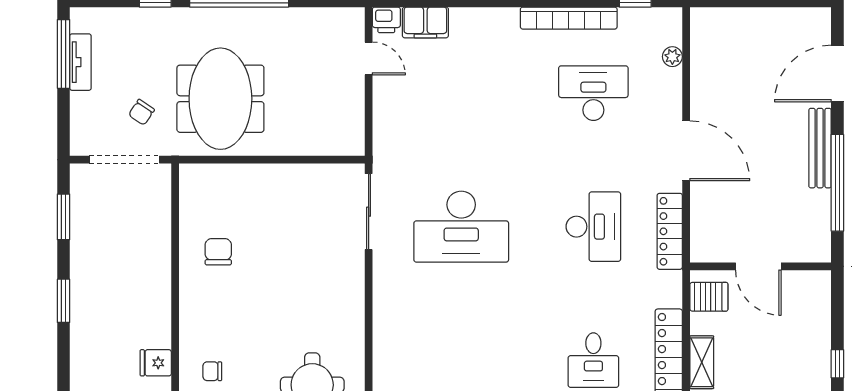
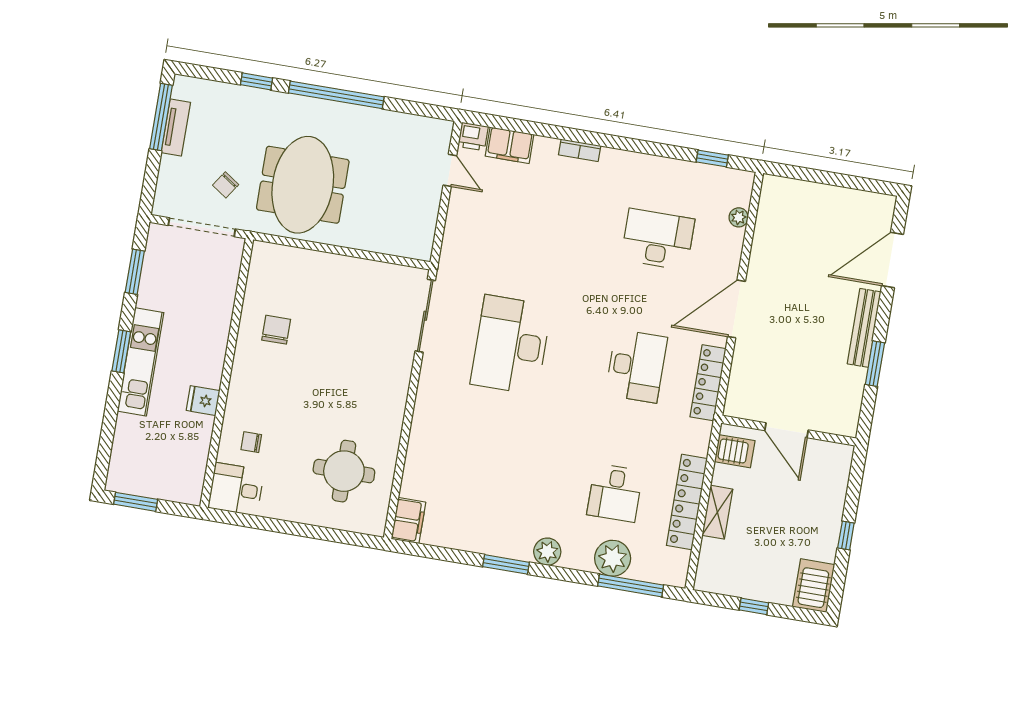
bookcase: (569, 18) -> (580, 150), moved, width x0.43, depth x0.76
door: (686, 151) -> (736, 309), swing flipped
window: (837, 183) -> (875, 364), width x0.47
desk: (461, 227) -> (511, 345), turned 90
kitchen unit: (85, 308) -> (141, 362), added
fridge: (156, 363) -> (203, 401), moved

